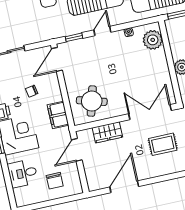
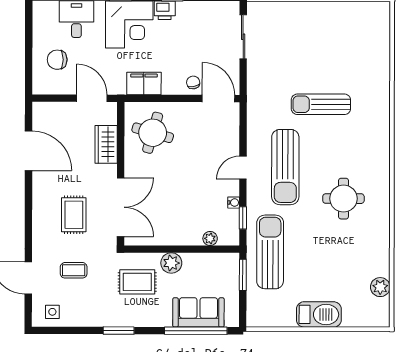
door: (102, 31) -> (243, 168), swing flipped
window: (74, 37) -> (243, 218), moved
plant: (153, 40) -> (210, 238), width x0.53, depth x0.53
chair: (32, 91) -> (193, 82), moved

